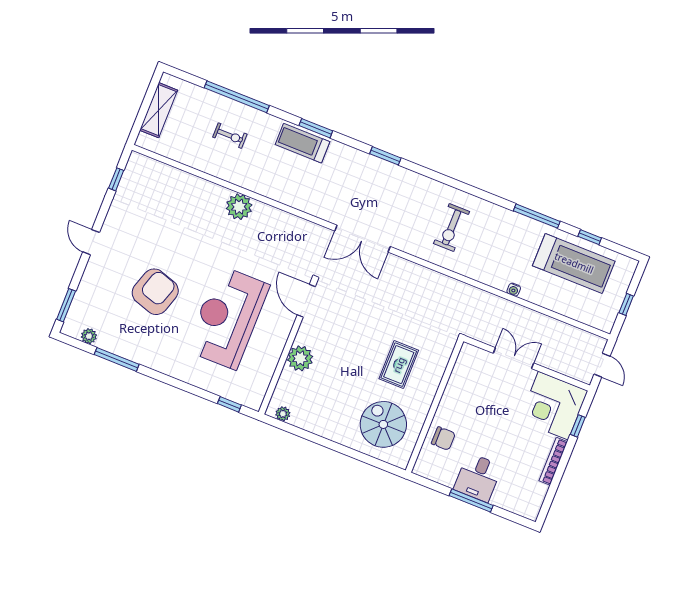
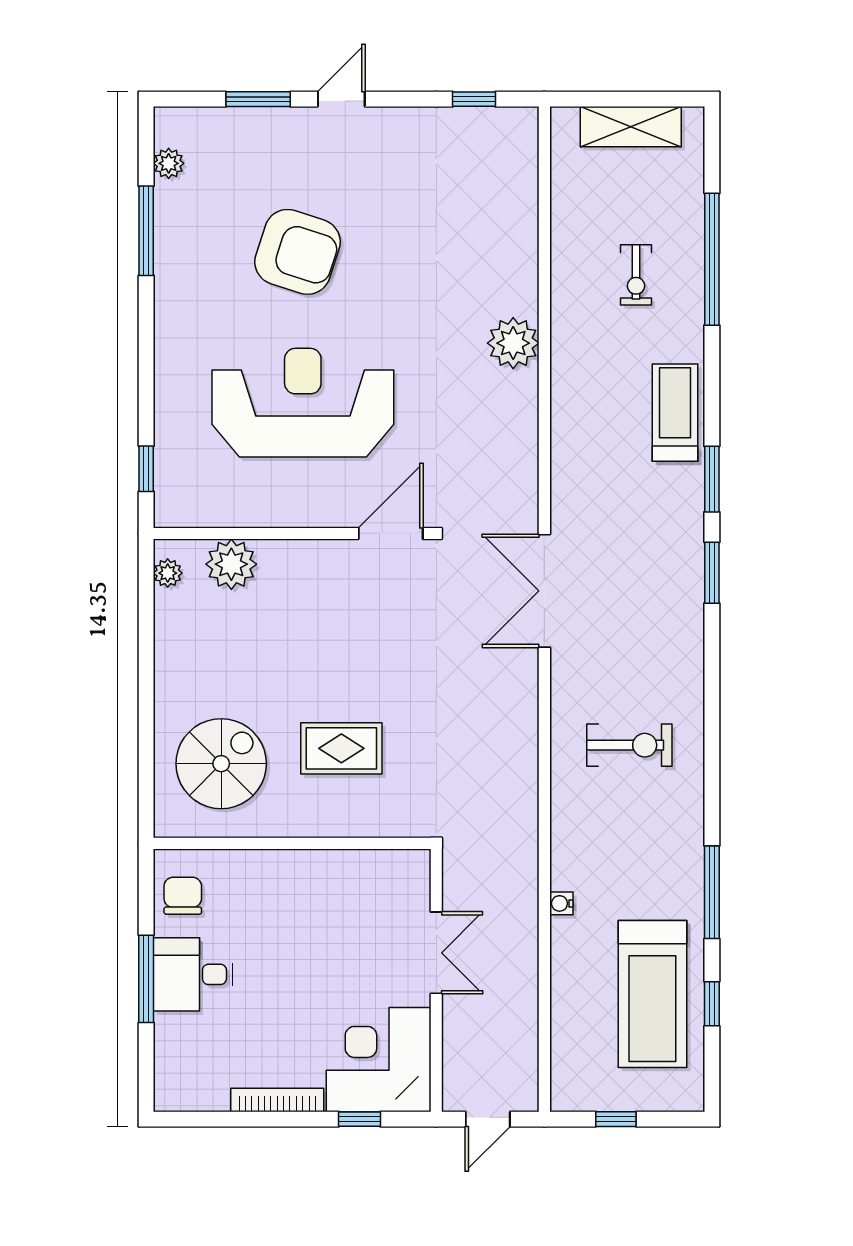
window: (316, 128) -> (712, 479), moved
exercise bike: (452, 227) -> (629, 745), turned 180
window: (66, 305) -> (258, 99), moved
plant: (300, 358) -> (231, 564), moved
chair: (443, 438) -> (183, 896), moved, turned 180

